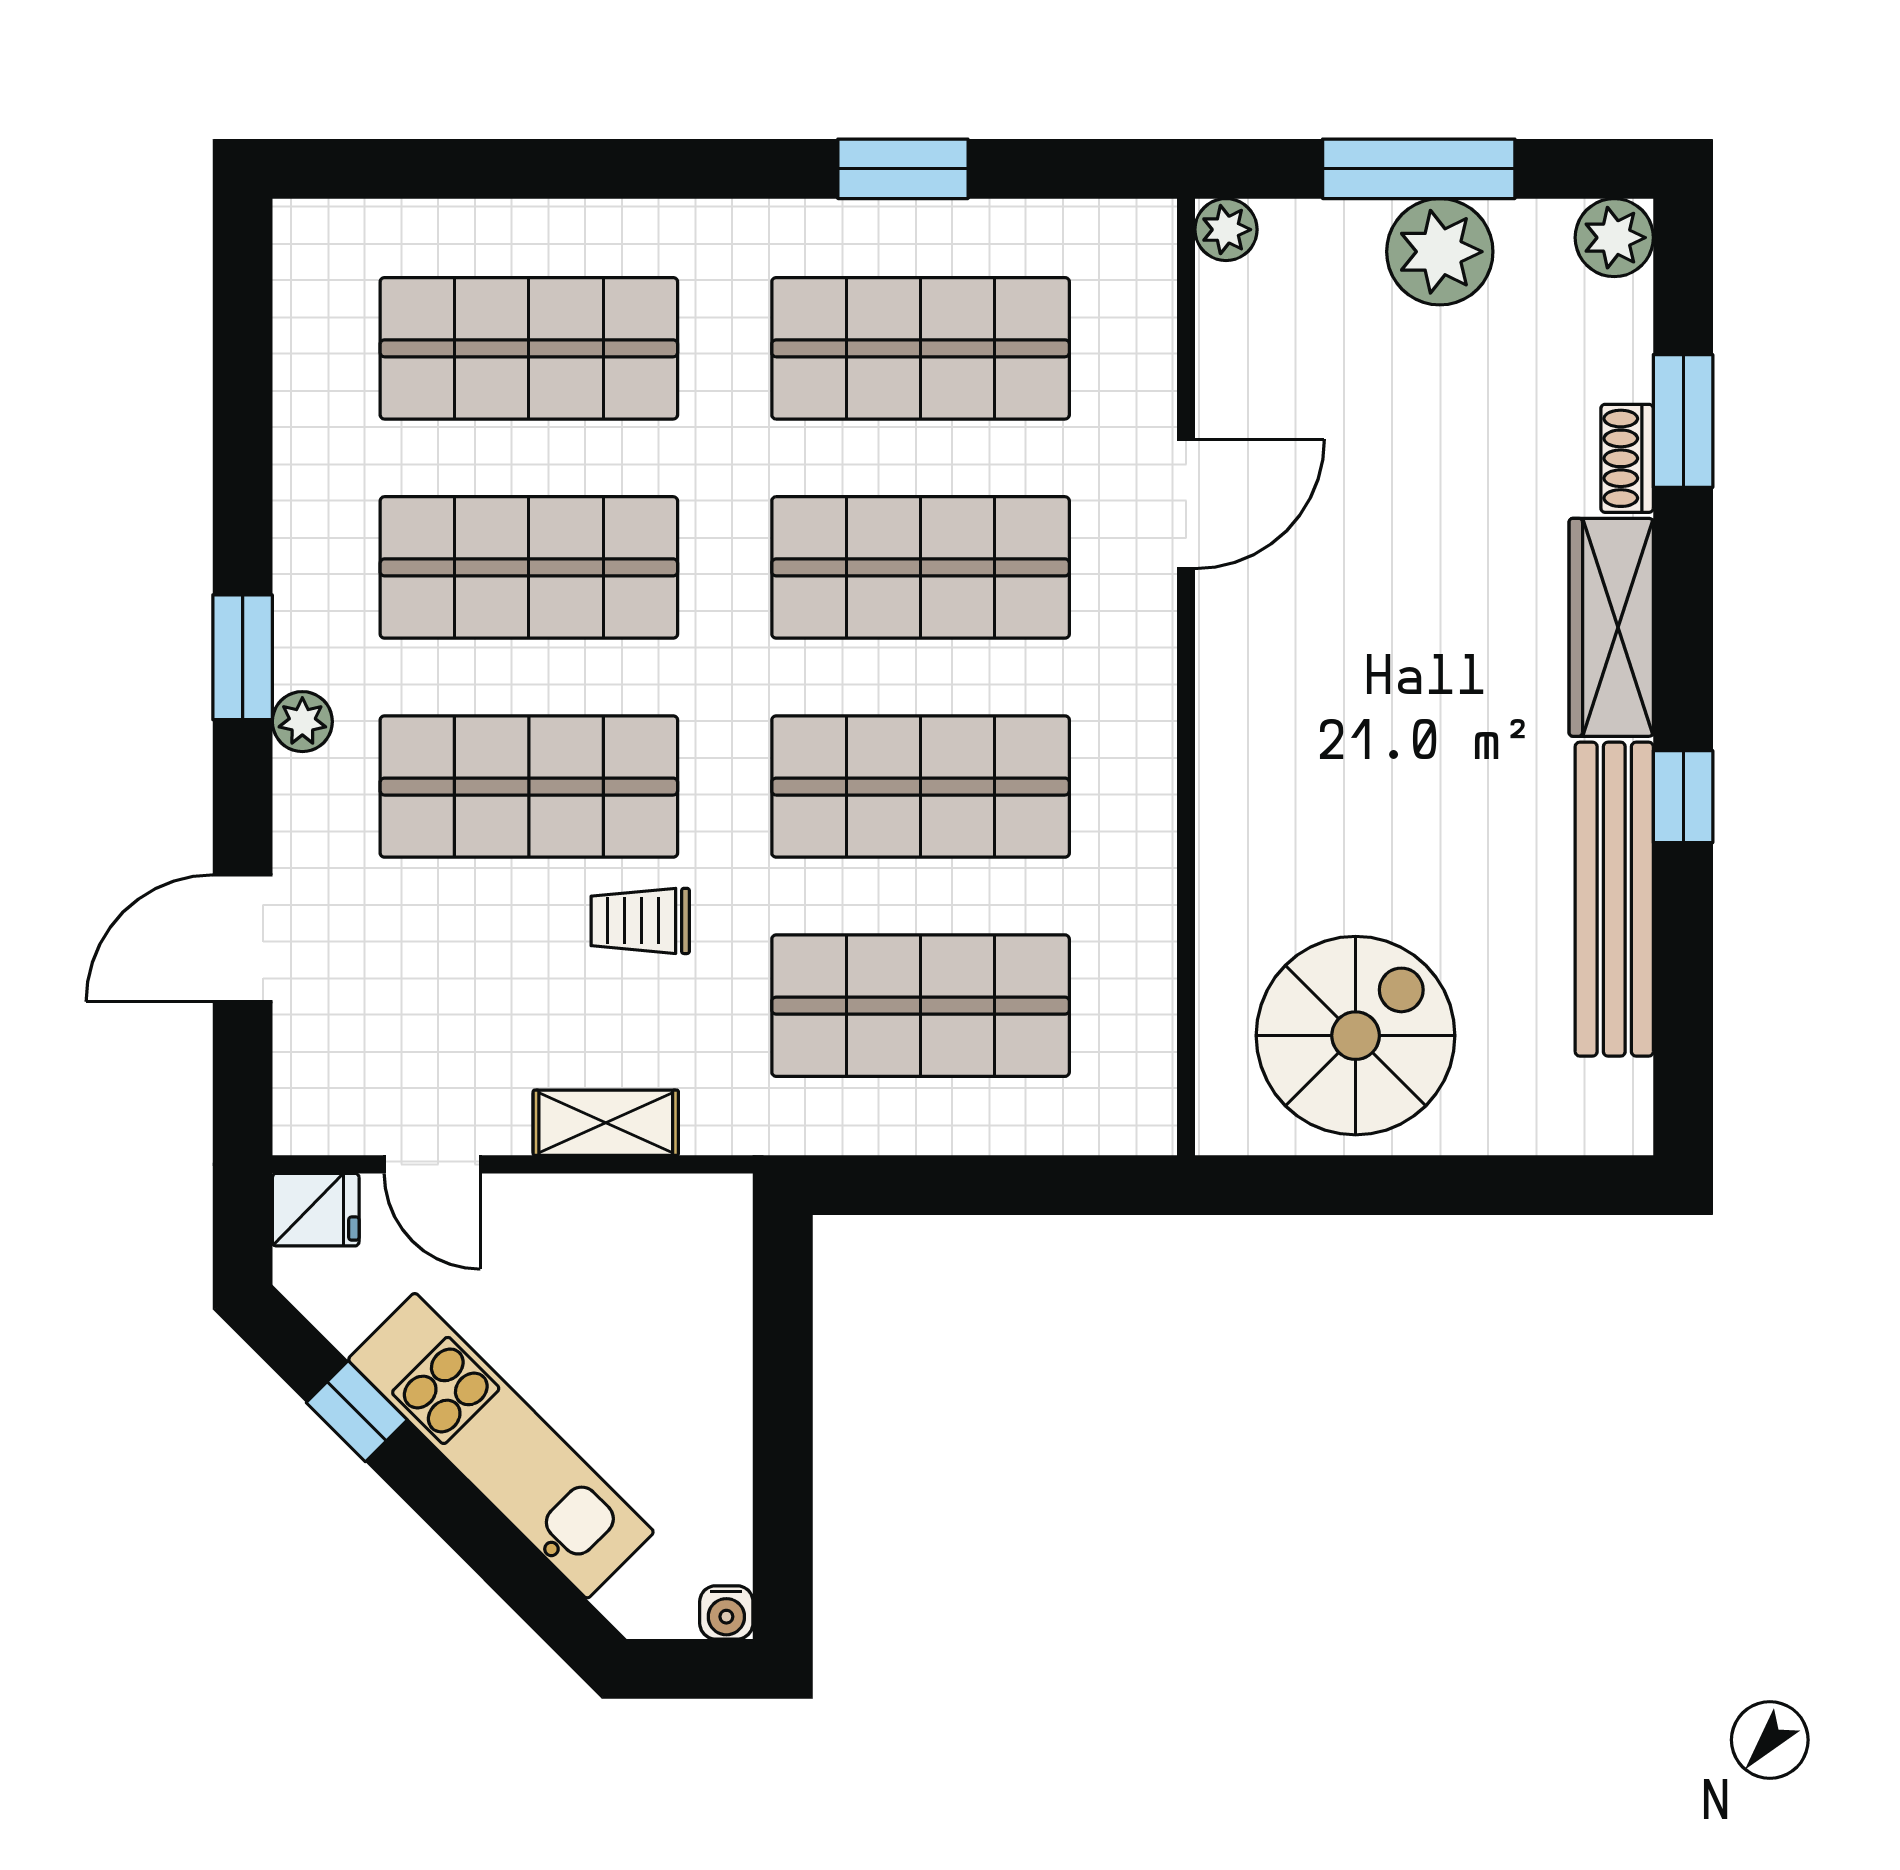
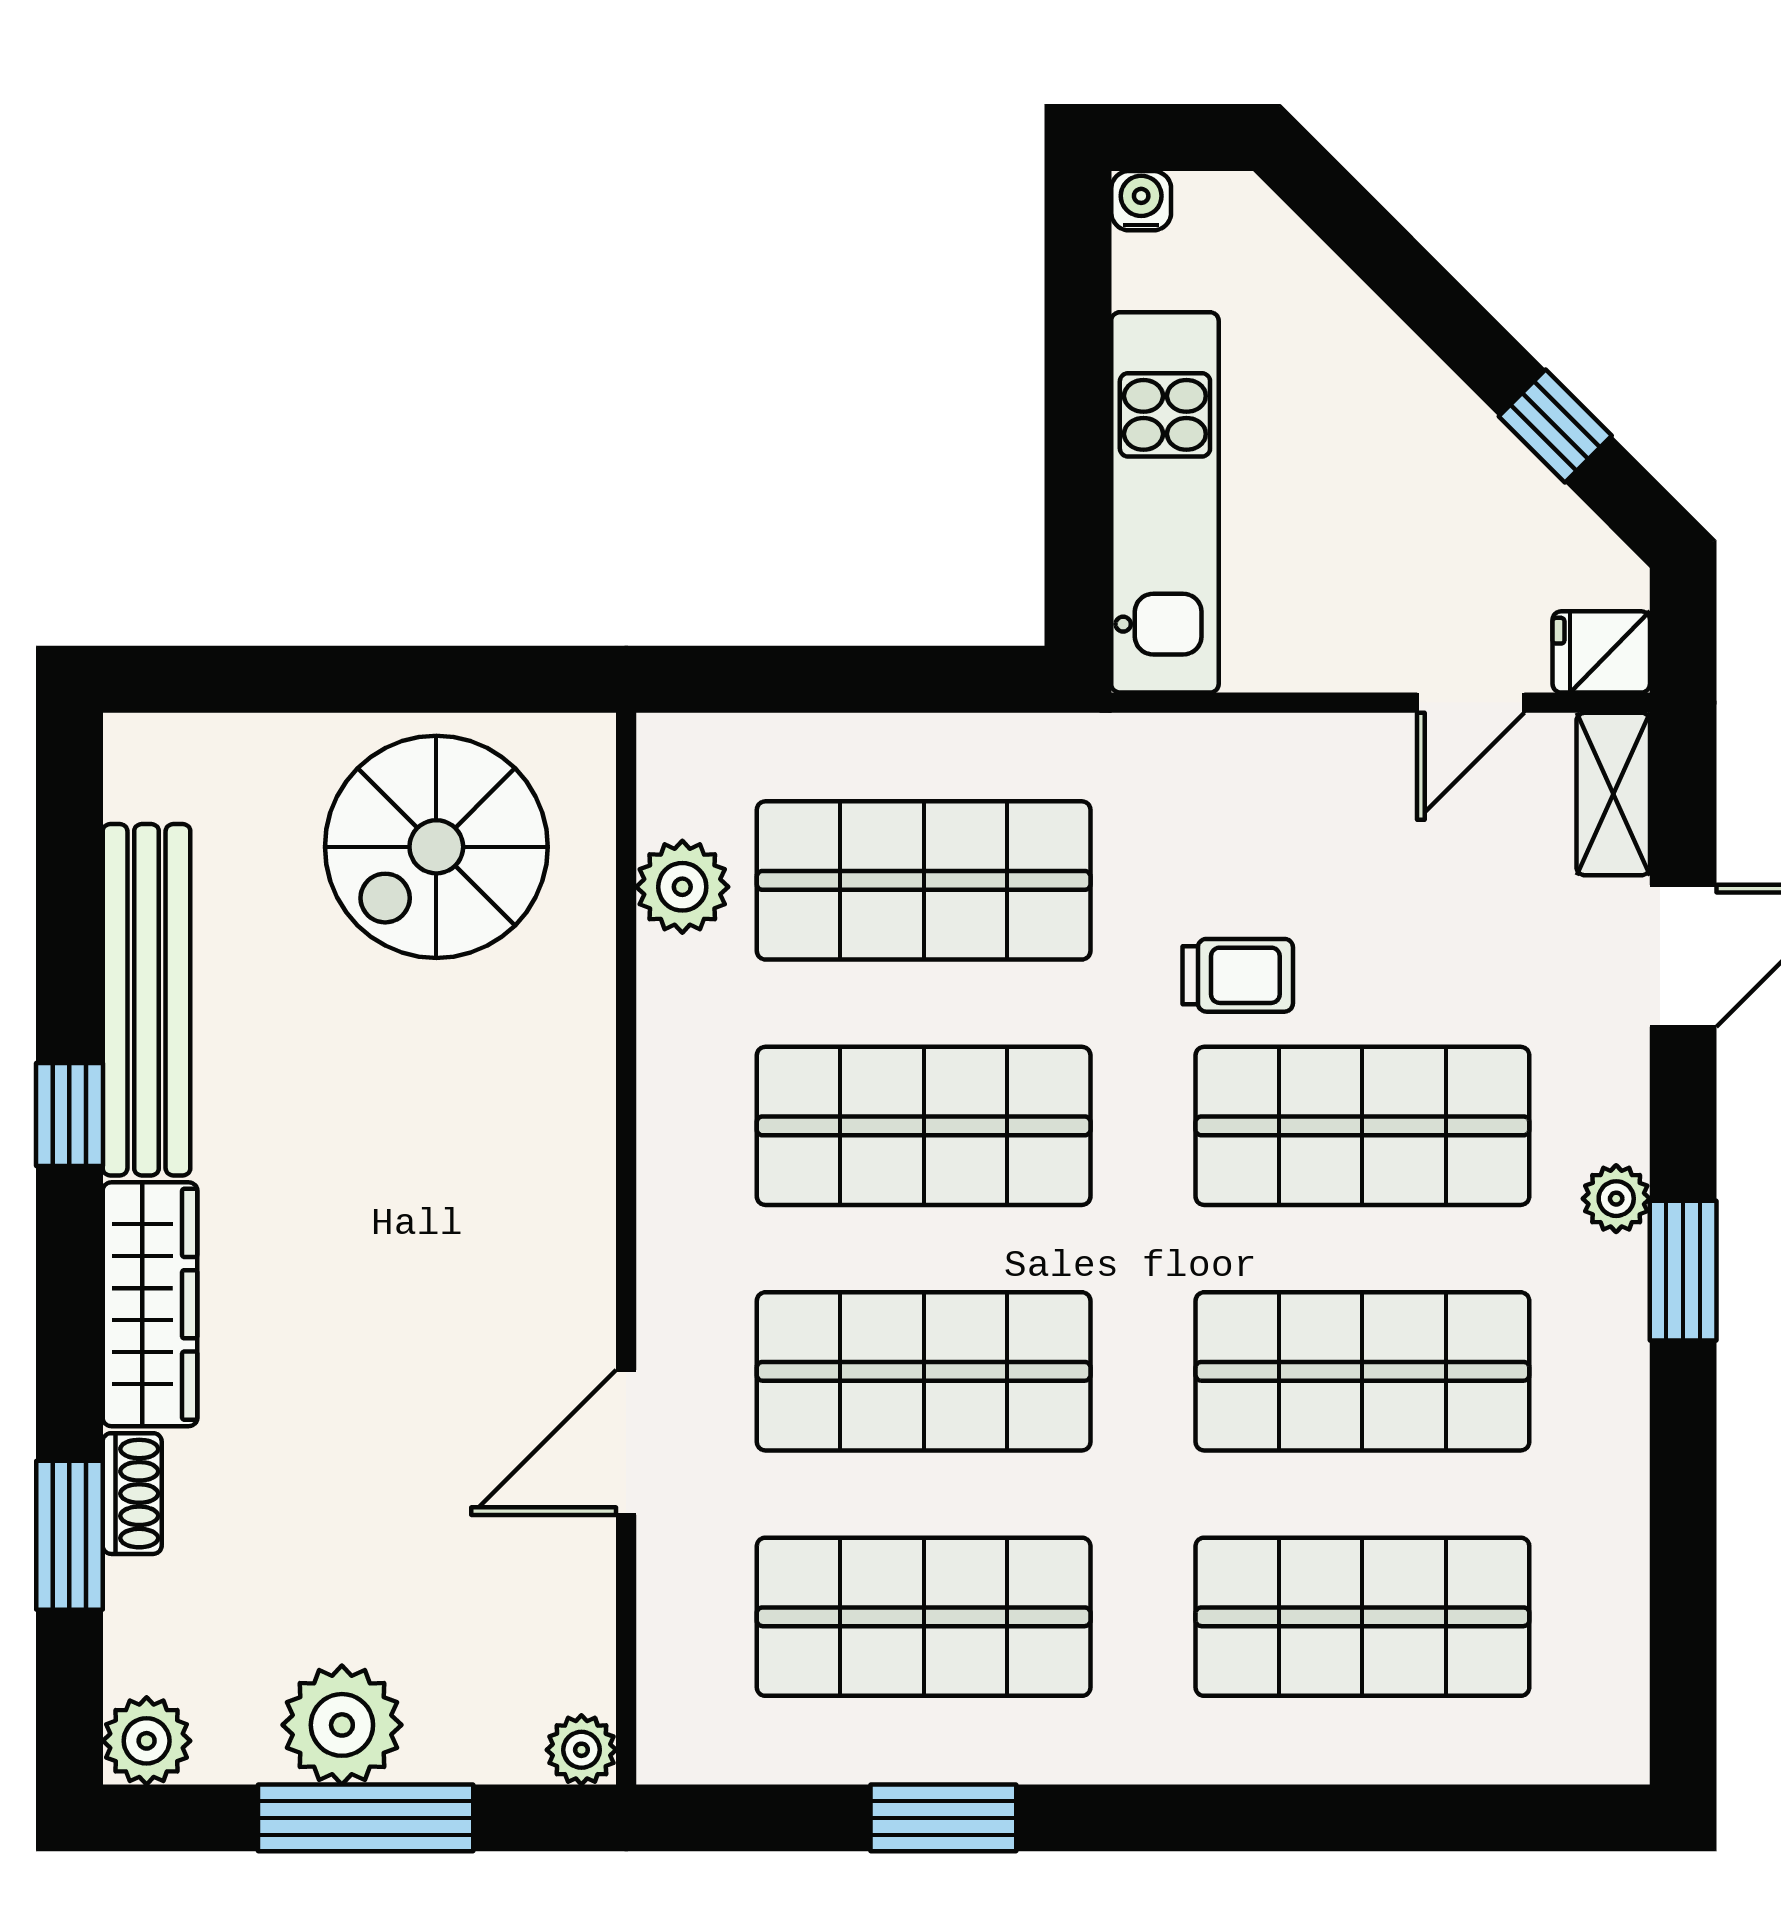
plant: (1136, 1000) -> (682, 887), added
shelving: (606, 1123) -> (1613, 794), moved, turned 90
door: (432, 1164) -> (1471, 703), swing flipped
kitchen unit: (501, 1446) -> (1165, 502), moved, turned -135

